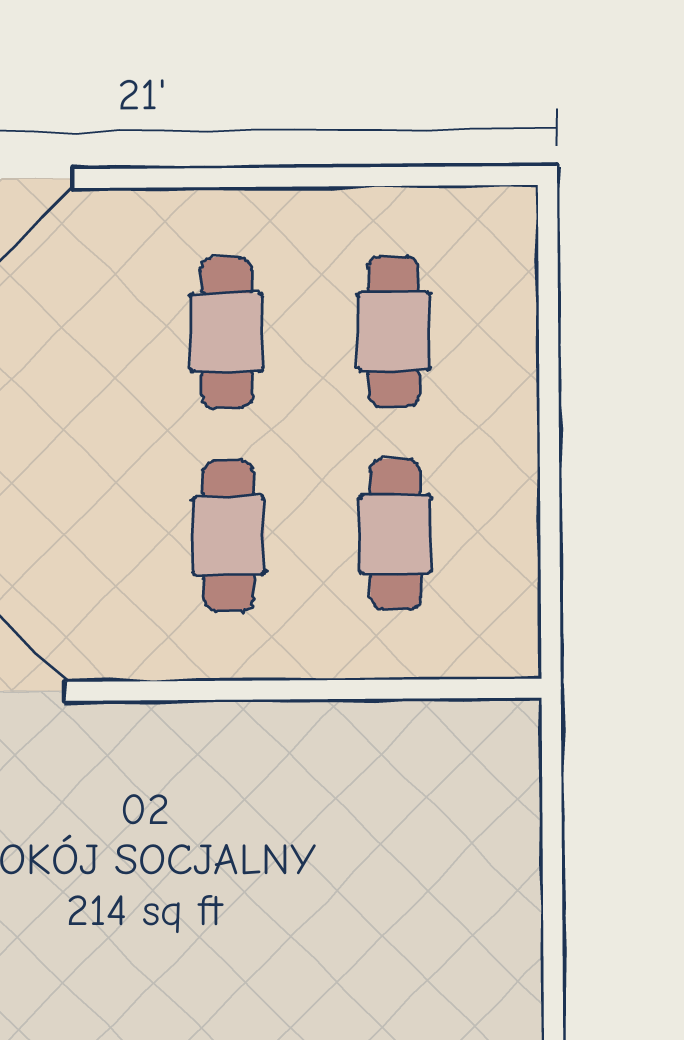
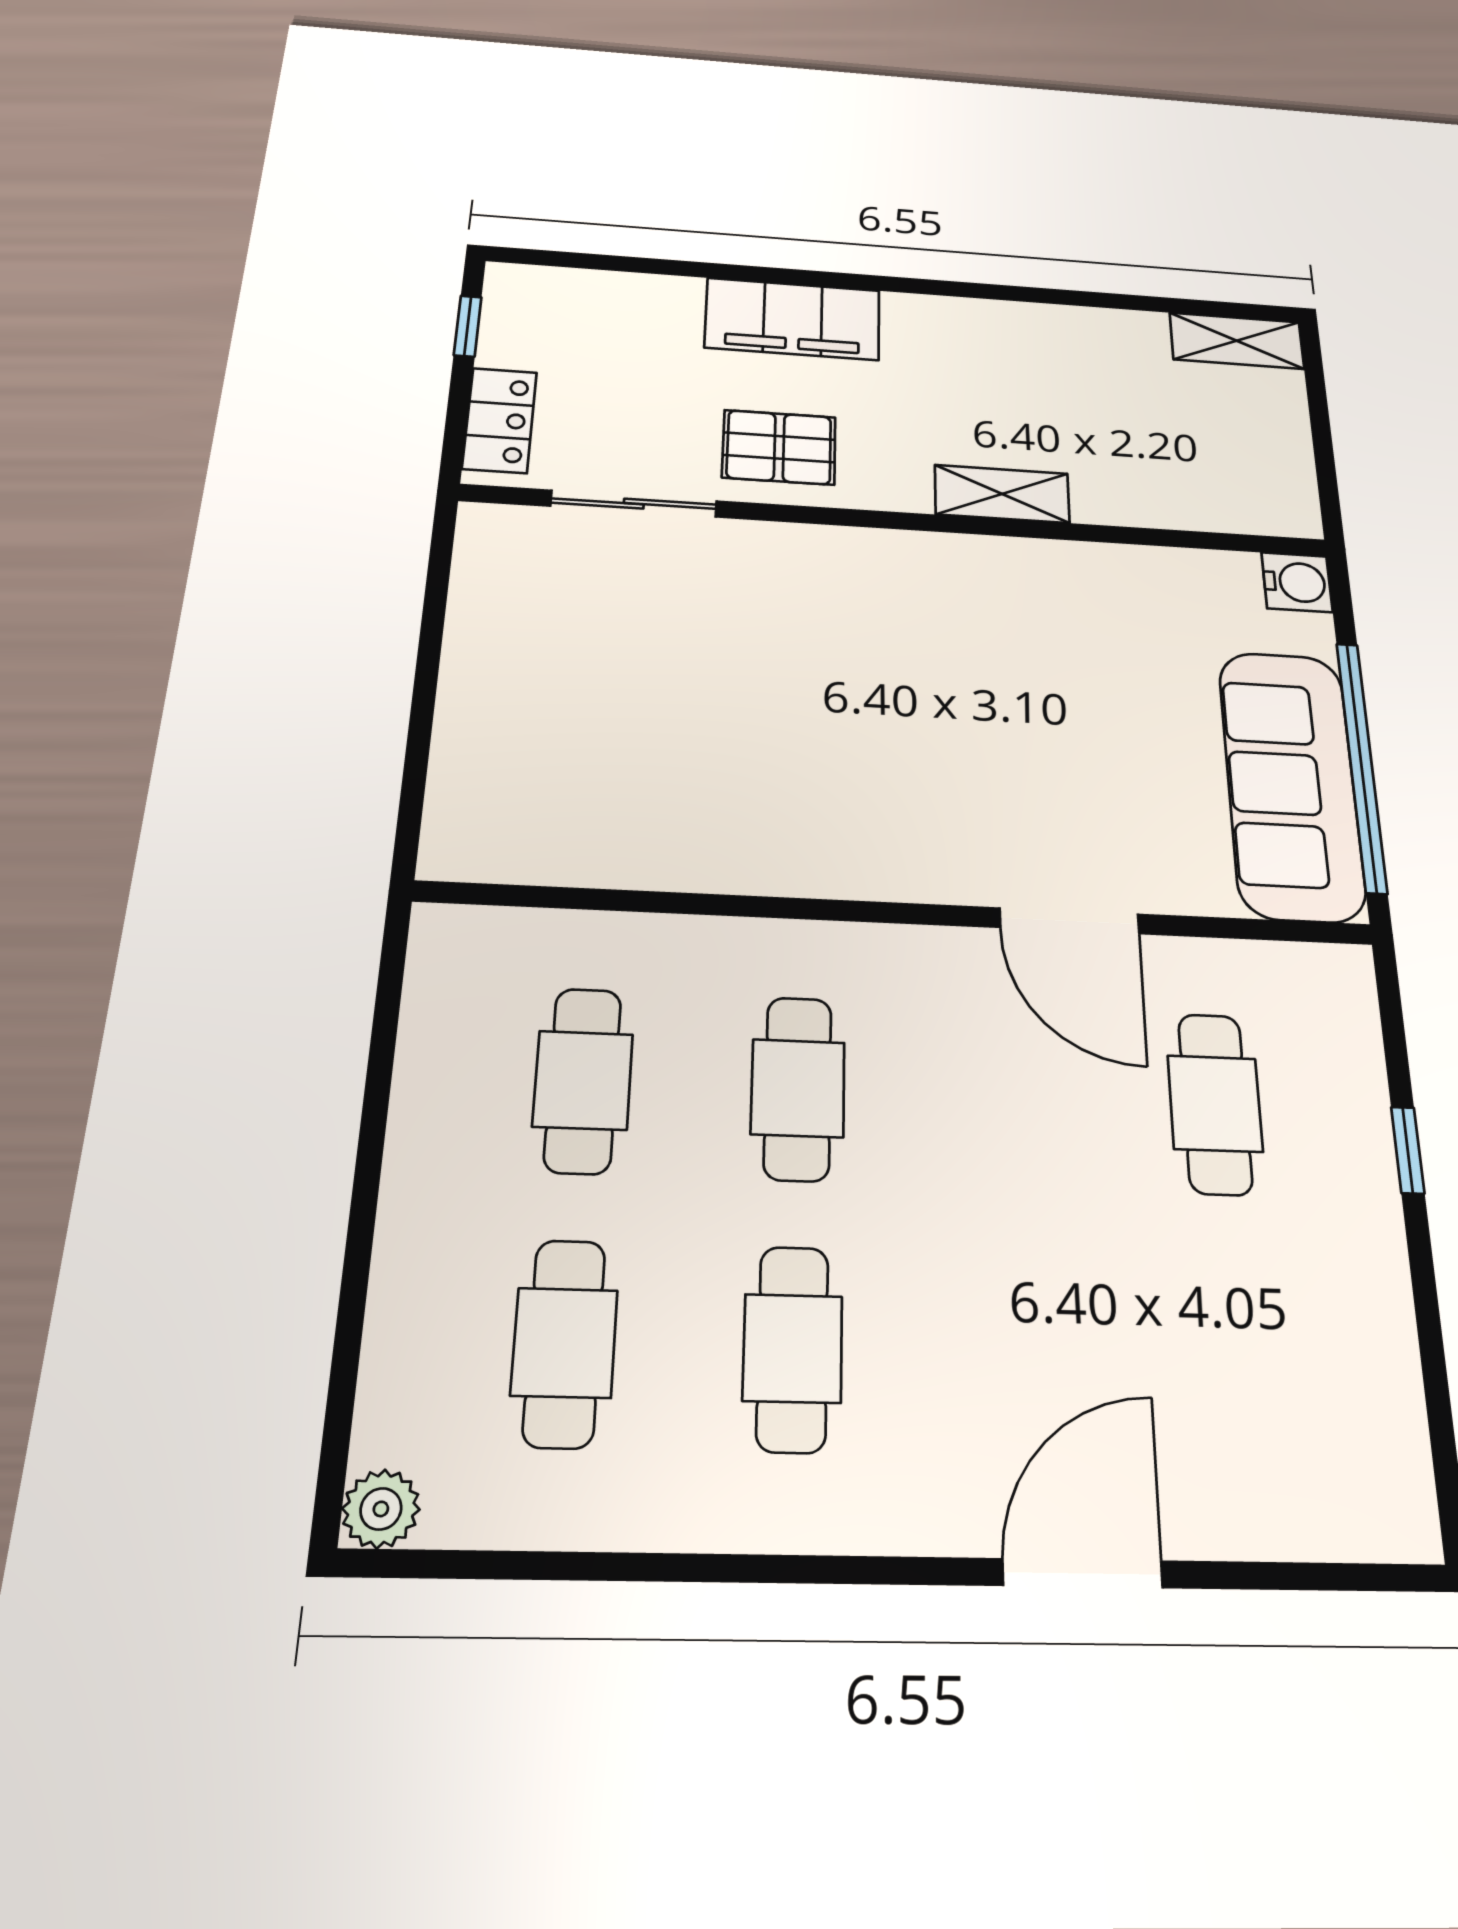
plant: (512, 212) -> (381, 1509), added

